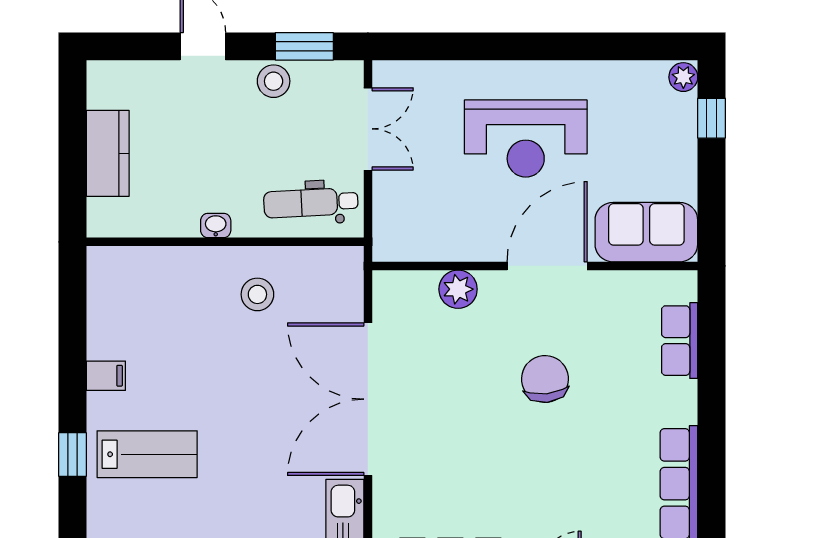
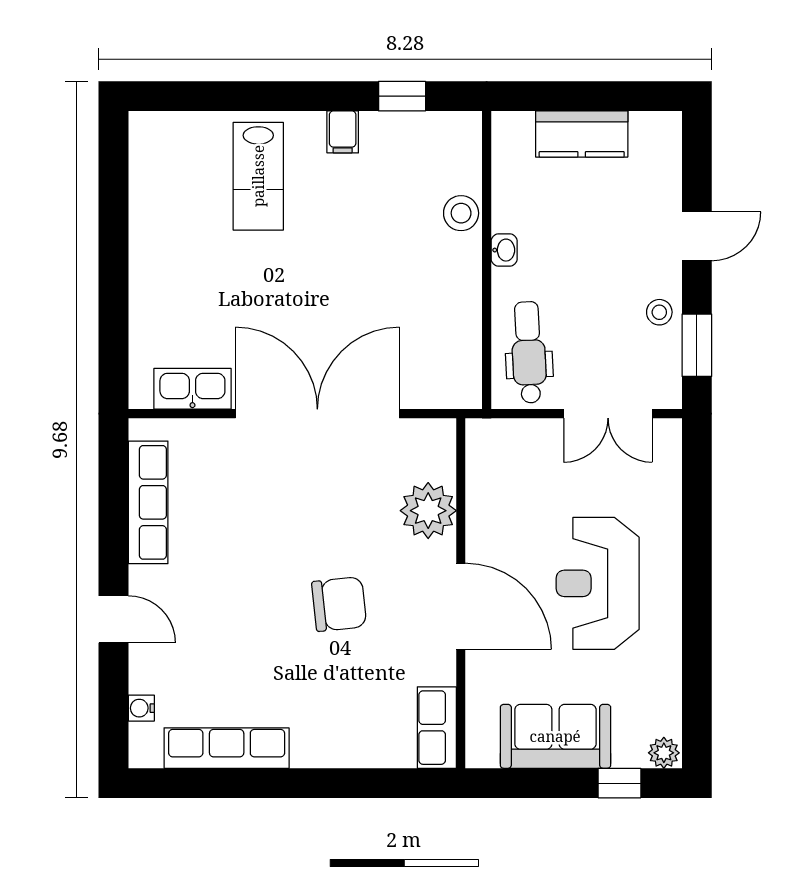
stool: (274, 81) -> (659, 312), width x0.73, depth x0.73
sofa: (646, 232) -> (555, 736), moved, turned -90
plant: (458, 289) -> (428, 511), width x1.36, depth x1.36
stool: (257, 294) -> (461, 213), moved
row of seats: (680, 341) -> (437, 728), moved, turned -90
window: (73, 455) -> (402, 96), moved

